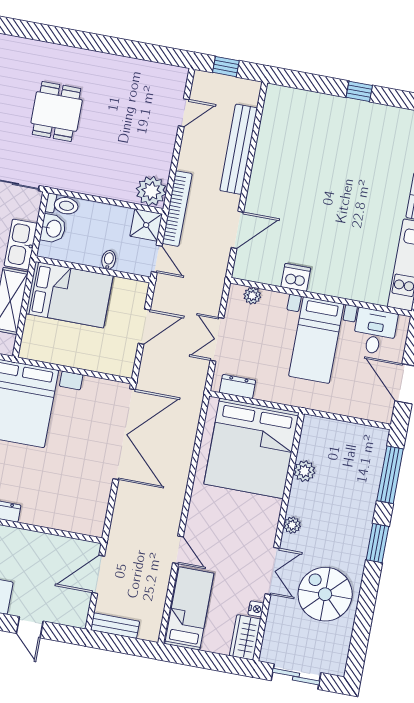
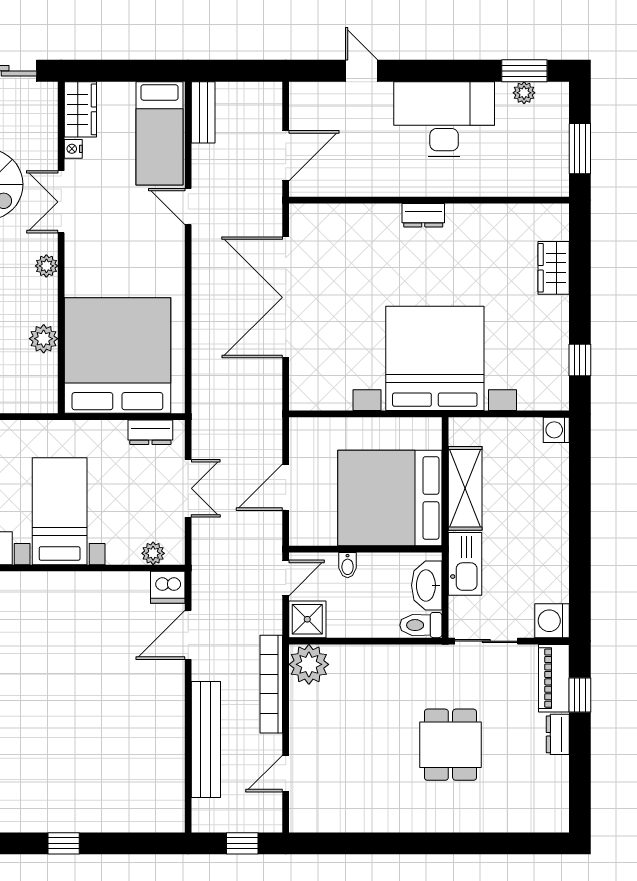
bookcase: (177, 209) -> (271, 684), moved
washbasin: (53, 229) -> (427, 585), width x1.38
door: (157, 259) -> (286, 578), swing flipped
dishwasher: (296, 277) -> (168, 587), moved
bed: (69, 295) -> (390, 498), width x1.36
double door: (124, 434) -> (286, 297), moved
bench: (115, 626) -> (203, 112), moved, turned 90

